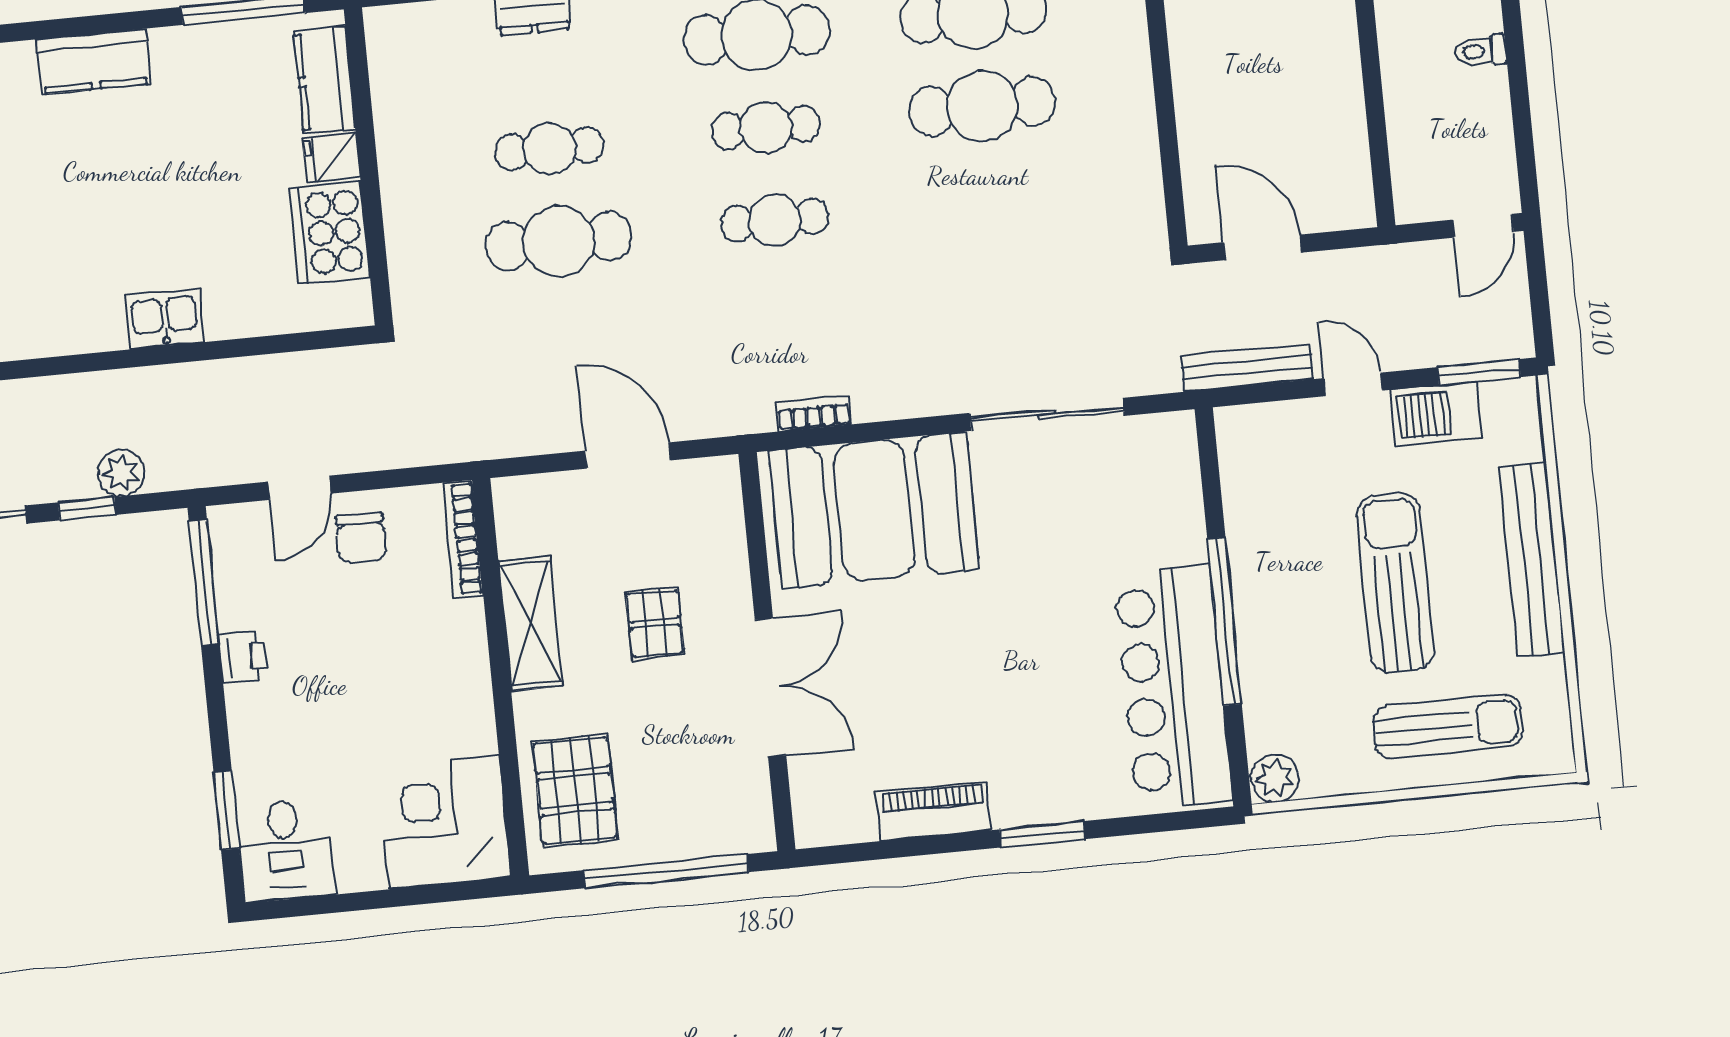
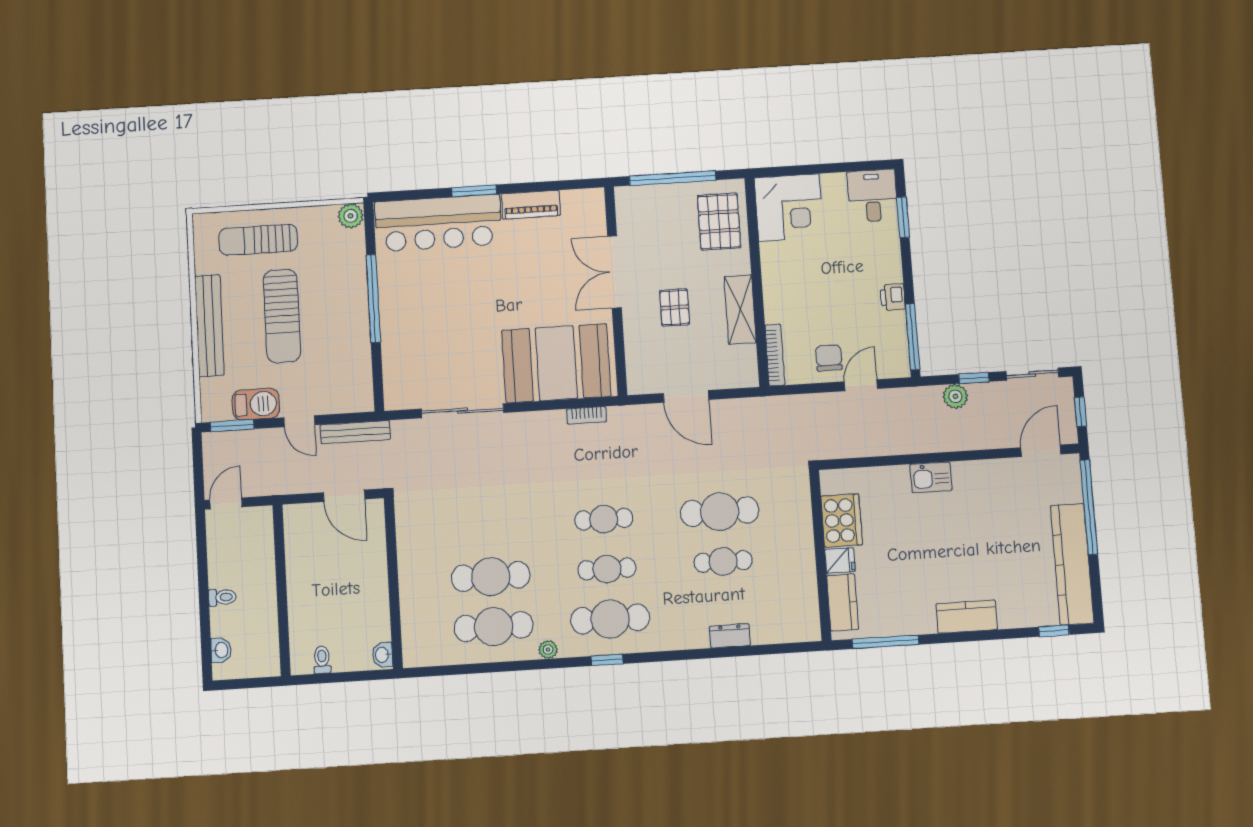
bar counter: (1173, 687) -> (438, 223), moved, turned 90

